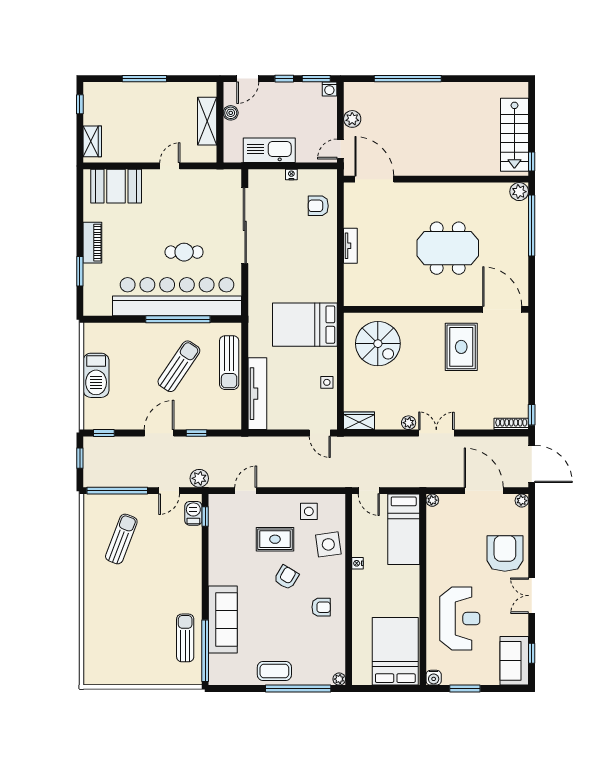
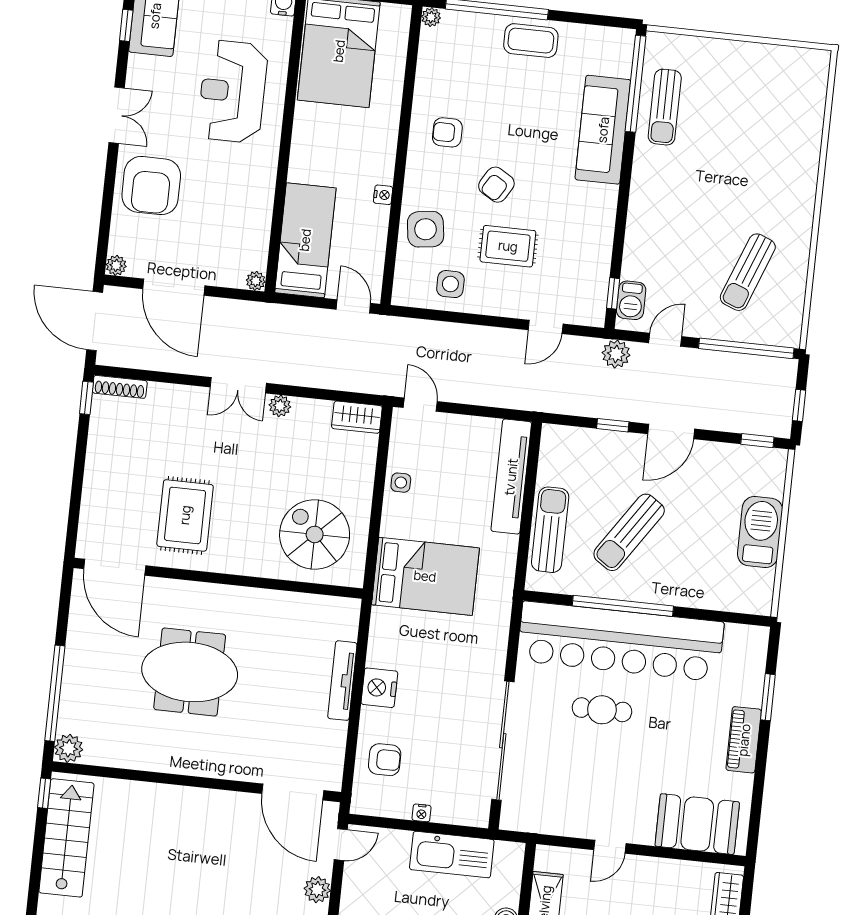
tv unit: (350, 246) -> (342, 681), width x1.41
nightstand: (327, 251) -> (379, 688), added

